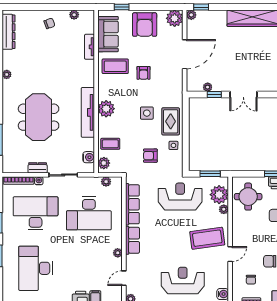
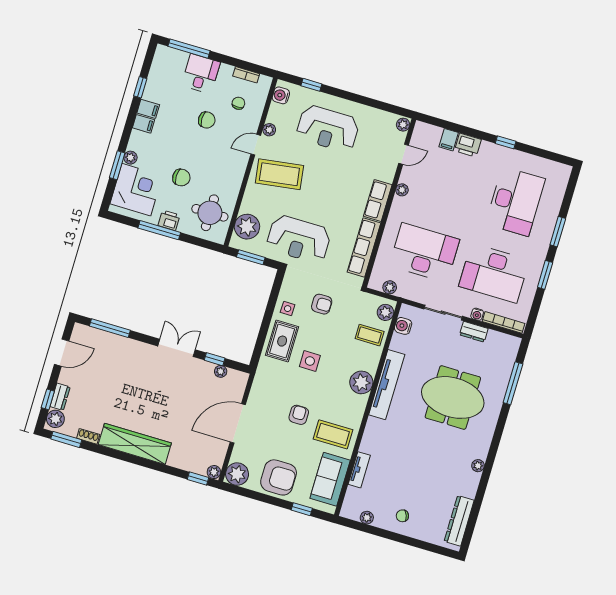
armchair: (145, 25) -> (279, 477), turned 90
meeting table: (39, 117) -> (453, 397), turned 90
plant: (224, 209) -> (269, 130), moved

